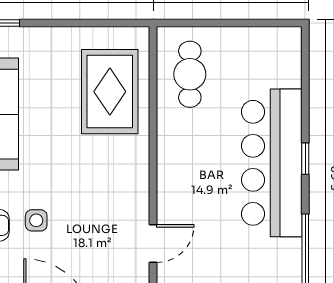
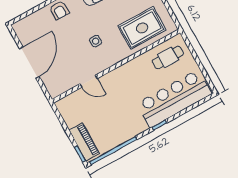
bar counter: (272, 163) -> (174, 99), moved
side table: (36, 220) -> (96, 41), moved

